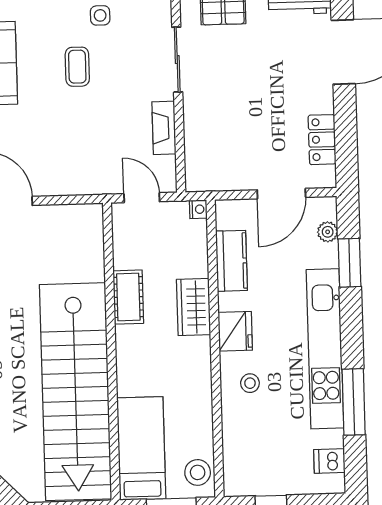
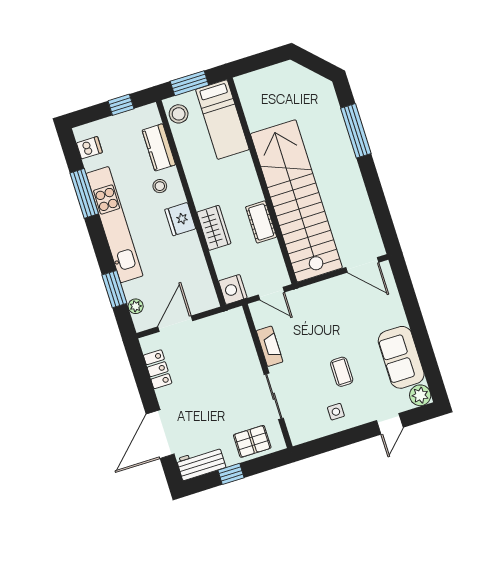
nightstand: (198, 209) -> (233, 289), width x1.89, depth x1.79
kitchen counter: (231, 261) -> (159, 147), moved
stairs: (76, 392) -> (296, 201), moved

